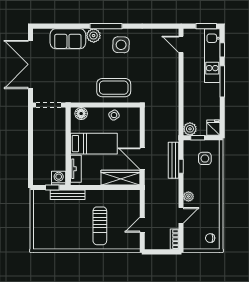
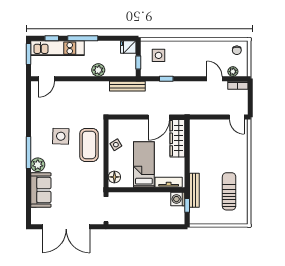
side table: (121, 45) -> (61, 136), moved
plant: (190, 129) -> (98, 70), moved
bench: (174, 160) -> (127, 86), moved
plant: (188, 196) -> (233, 72), moved
door: (142, 225) -> (237, 117), moved
sun lounger: (100, 226) -> (229, 191), moved, turned -90

